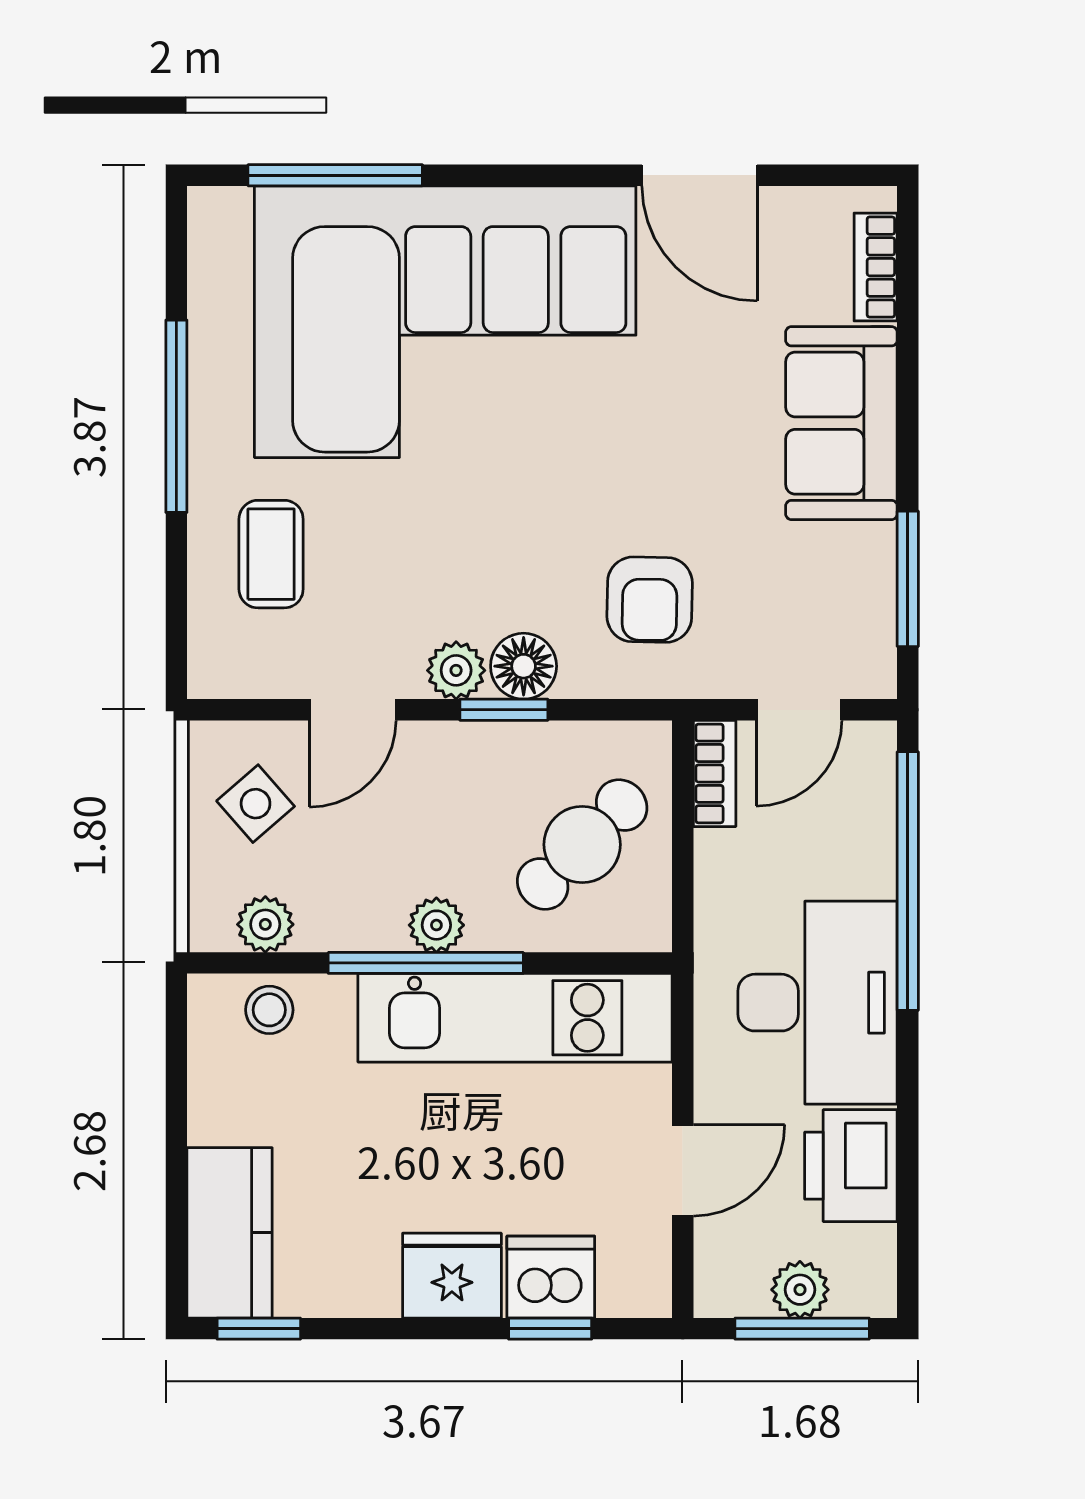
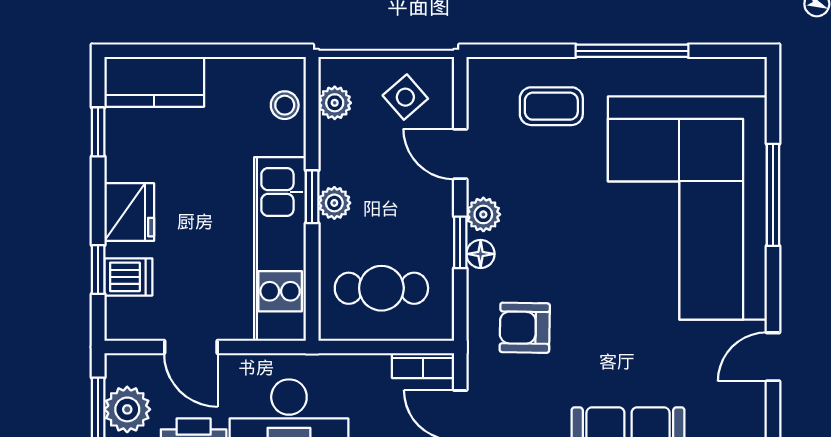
window: (335, 175) -> (773, 195), moved
door: (700, 175) -> (773, 357), width x0.73
floor lamp: (524, 666) -> (481, 254), width x0.73, depth x0.73
cafe table: (582, 845) -> (381, 288), turned -45
window: (426, 963) -> (312, 197), width x0.46
dishwasher: (551, 1277) -> (128, 277), width x0.73
plant: (800, 1290) -> (127, 409), width x1.38, depth x1.38
window: (259, 1329) -> (98, 132), moved

